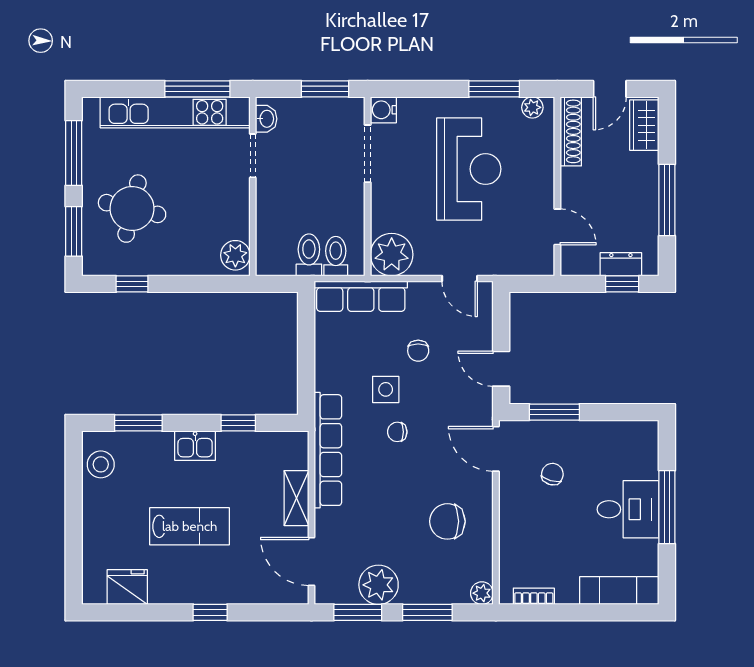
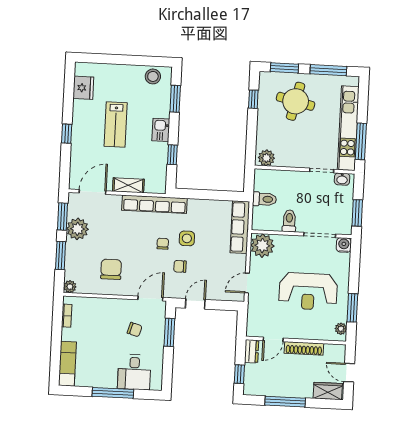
shoe rack: (571, 131) -> (304, 348), moved
toilet: (336, 256) -> (289, 221), moved, turned -90
dresser: (621, 264) -> (252, 351), moved
chair: (418, 351) -> (180, 266), moved
desk: (628, 509) -> (134, 372), moved

